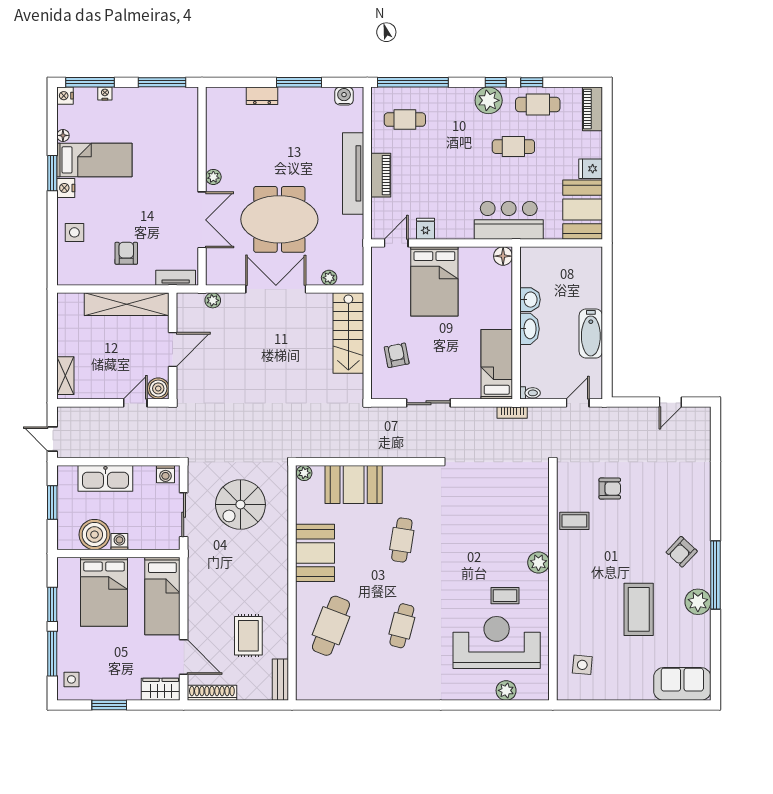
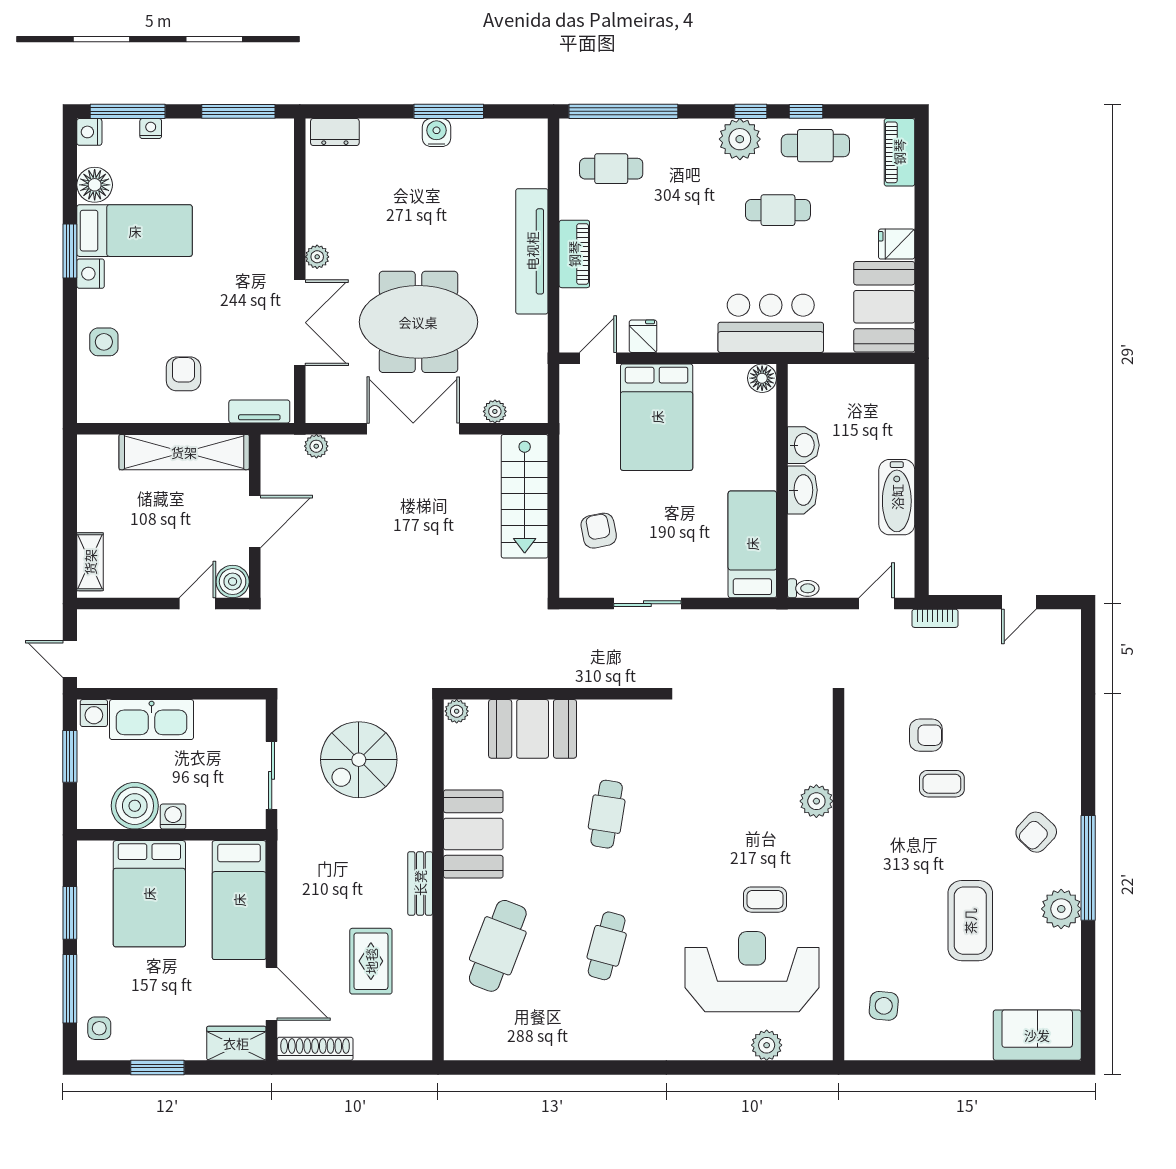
dresser: (262, 96) -> (335, 132), moved
water cooler: (344, 96) -> (436, 133), moved
floor lamp: (63, 135) -> (95, 185), width x1.89, depth x1.89
bookcase: (512, 412) -> (935, 618), moved
washing machine: (165, 474) -> (94, 713), moved
coffee table: (574, 521) -> (942, 784), moved
plant: (538, 563) -> (816, 801), moved
bench: (280, 680) -> (420, 883), moved

